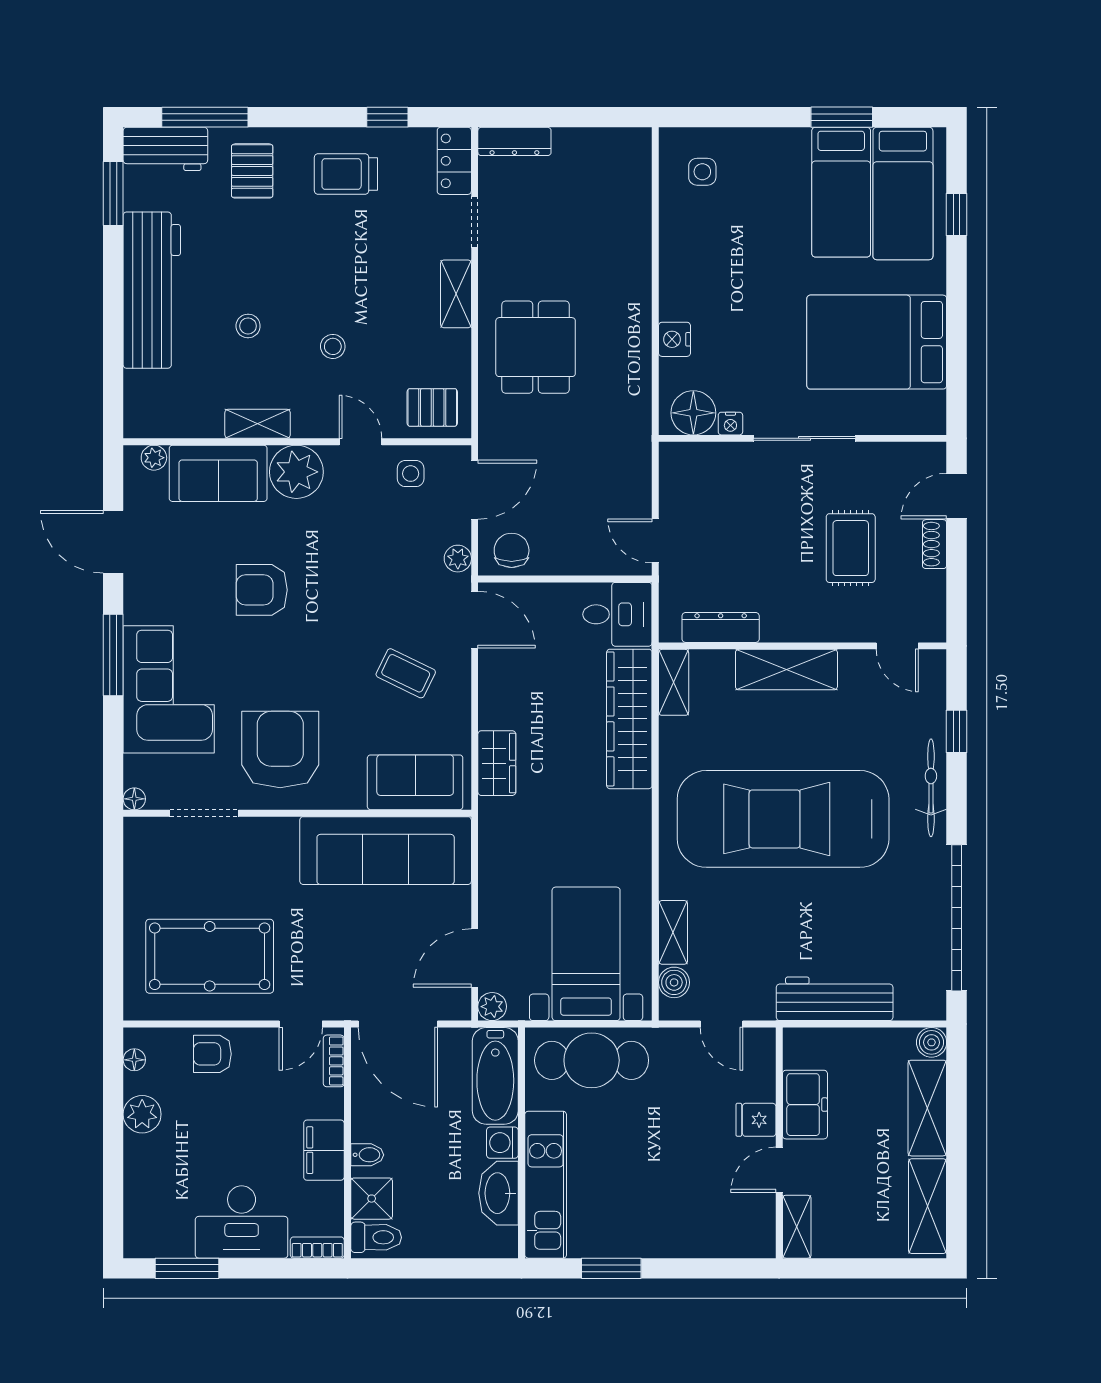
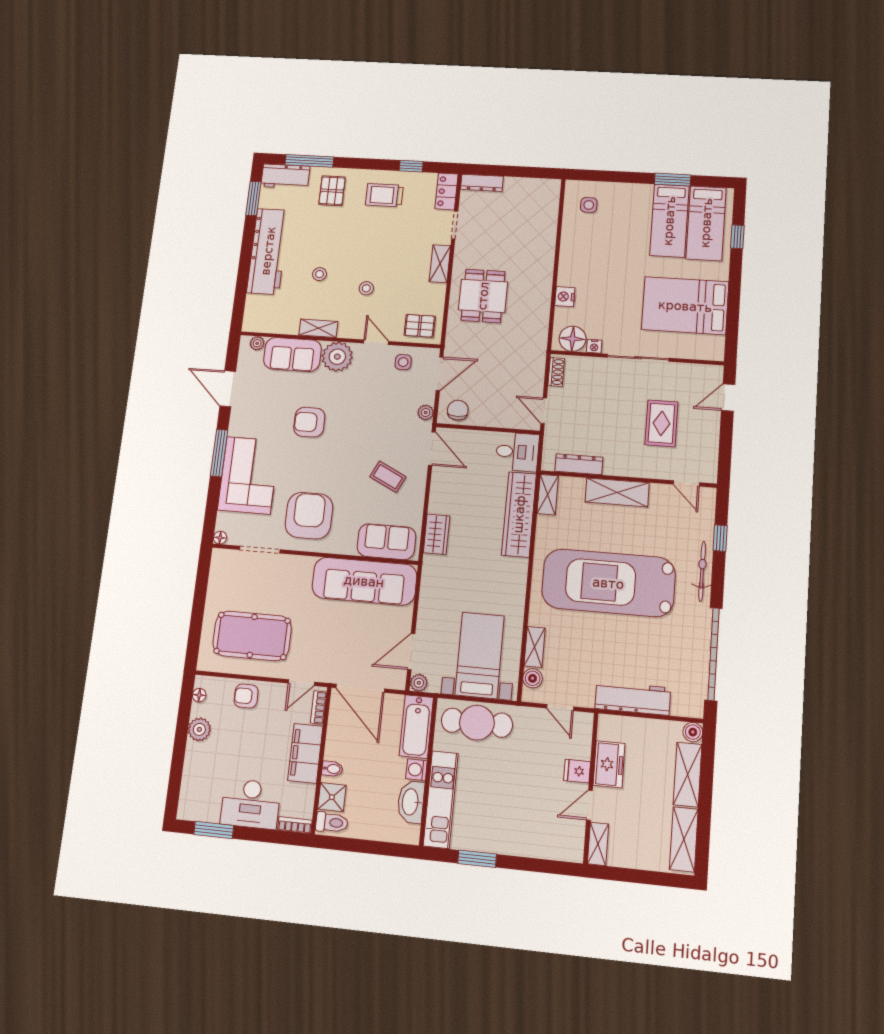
shoe rack: (935, 544) -> (556, 372), moved, turned 180
filing cabinet: (324, 1150) -> (305, 753), width x1.50, depth x1.17

